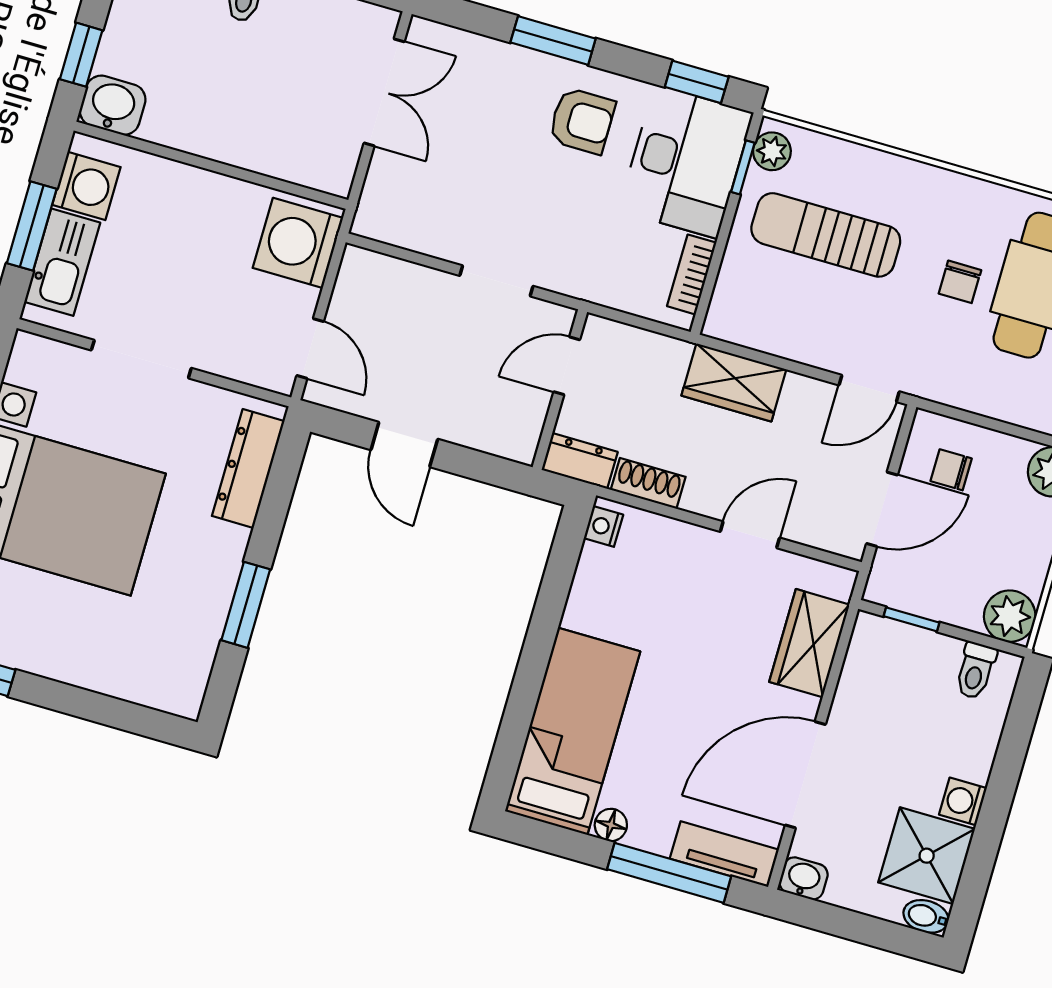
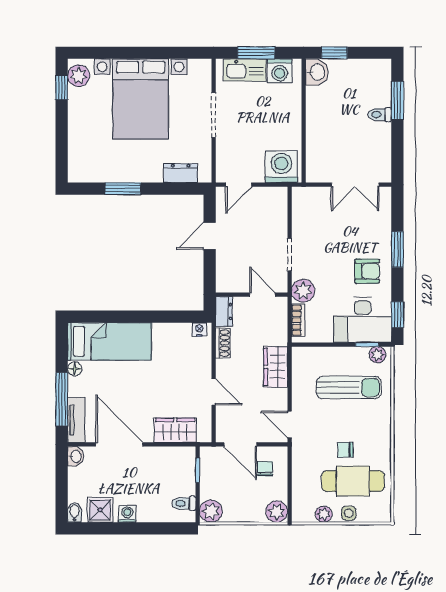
armchair: (582, 121) -> (367, 271), turned -90
sun lounger: (826, 235) -> (349, 388), turned 90
plant: (584, 274) -> (303, 291), added
bookcase: (692, 274) -> (298, 320), moved, turned 90
dresser: (248, 469) -> (181, 173), width x0.70
shower: (927, 856) -> (100, 510), width x0.73, depth x0.73

